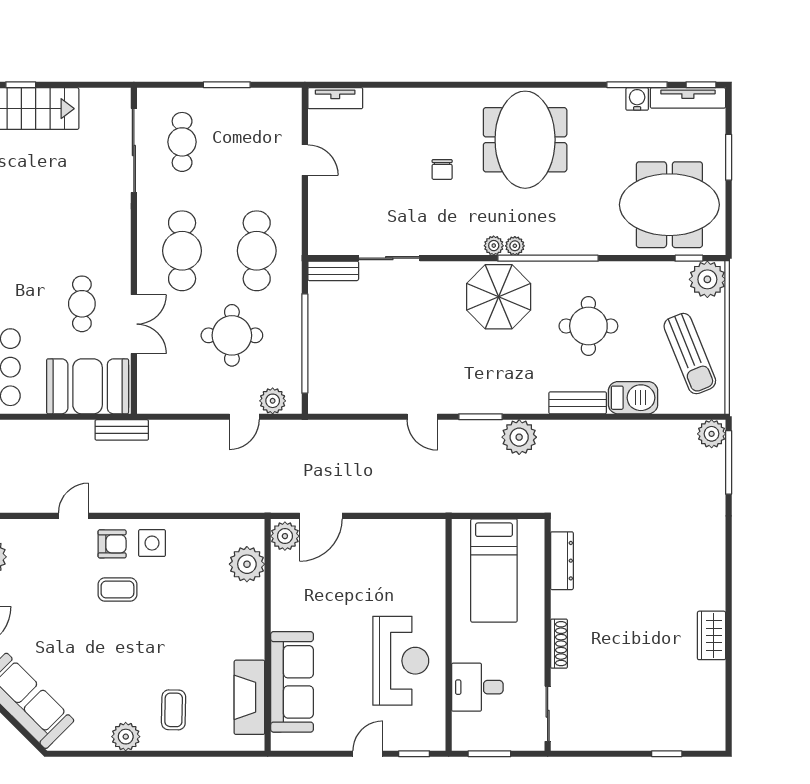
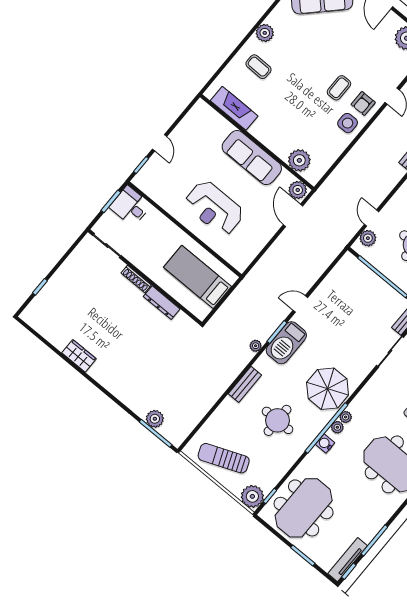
water cooler: (637, 99) -> (325, 444), moved, turned 180
plant: (494, 246) -> (337, 427), moved
barbecue: (633, 398) -> (286, 343), moved, width x1.37, depth x1.21
plant: (712, 434) -> (155, 419), moved
plant: (519, 437) -> (256, 346), width x0.53, depth x0.53
dresser: (562, 561) -> (162, 303), moved
reception desk: (401, 661) -> (214, 208), moved
sofa: (292, 682) -> (252, 158), moved
desk: (477, 687) -> (130, 206), moved, turned -90

